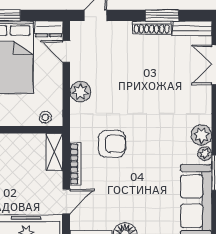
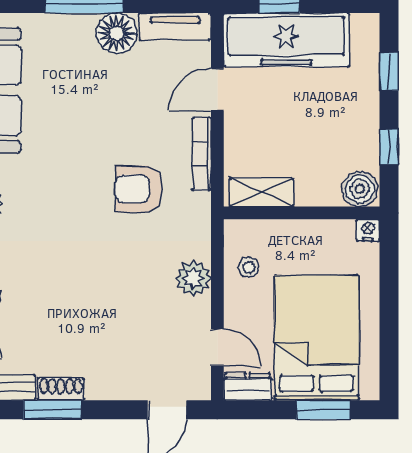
shoe rack: (152, 27) -> (61, 389), width x0.70
stool: (45, 117) -> (249, 267), moved
shelving: (54, 152) -> (261, 192), moved, turned 90

